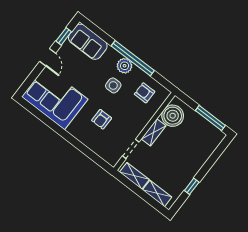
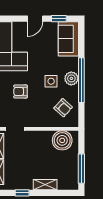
armchair: (145, 93) -> (63, 108), turned 132
shelving: (154, 132) -> (45, 185), moved

